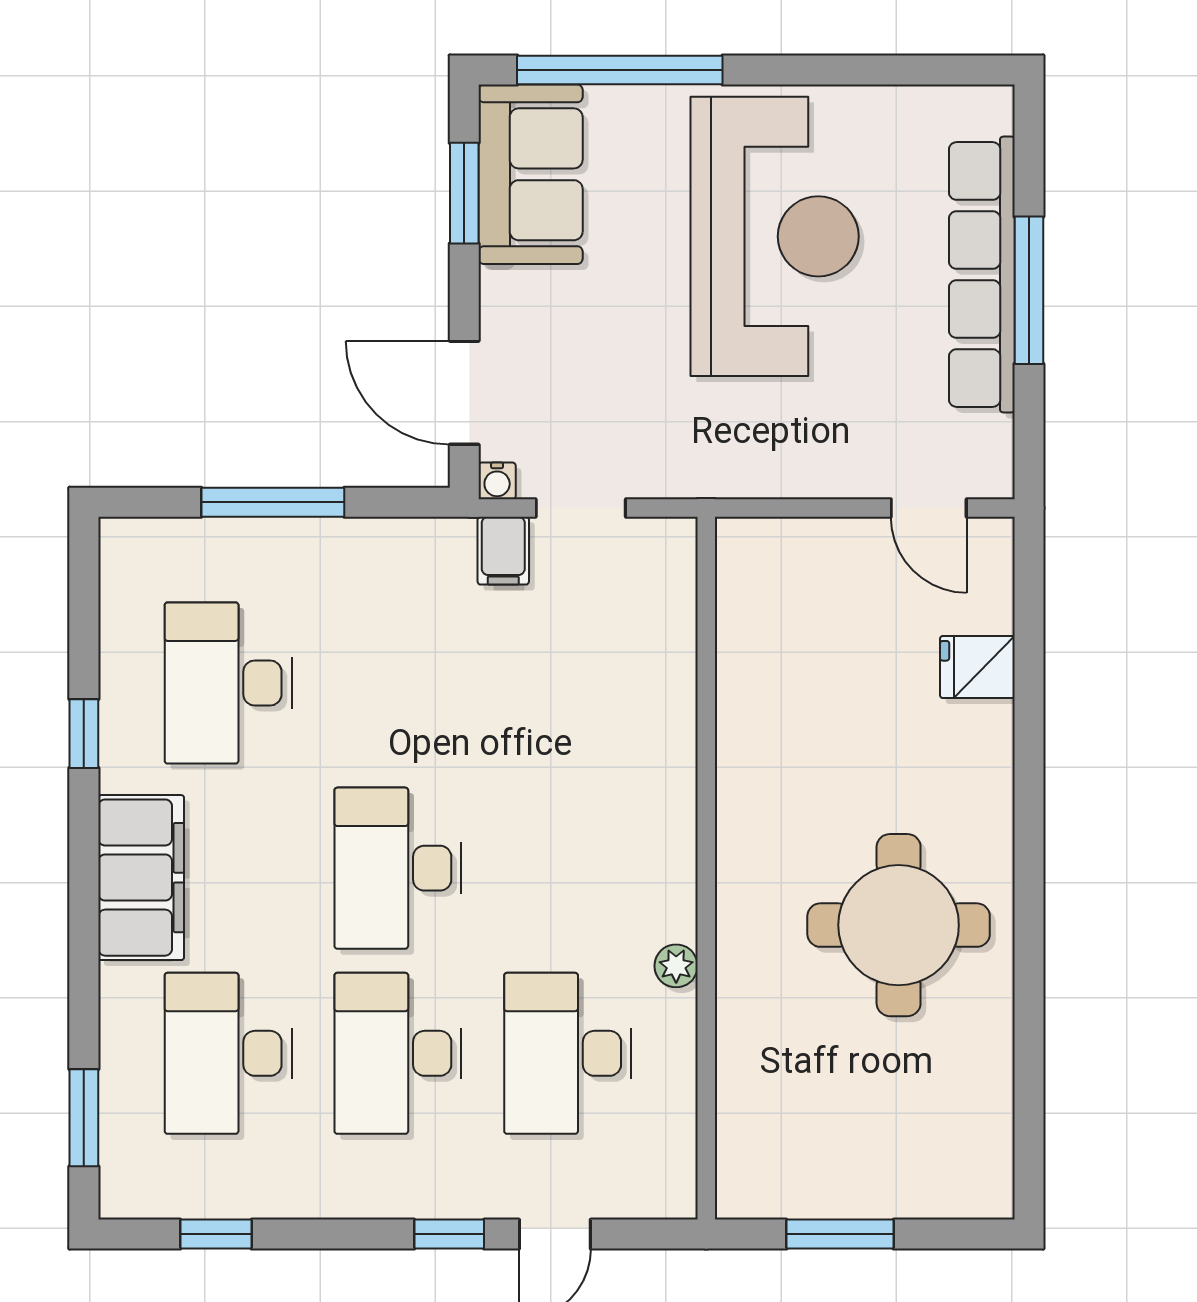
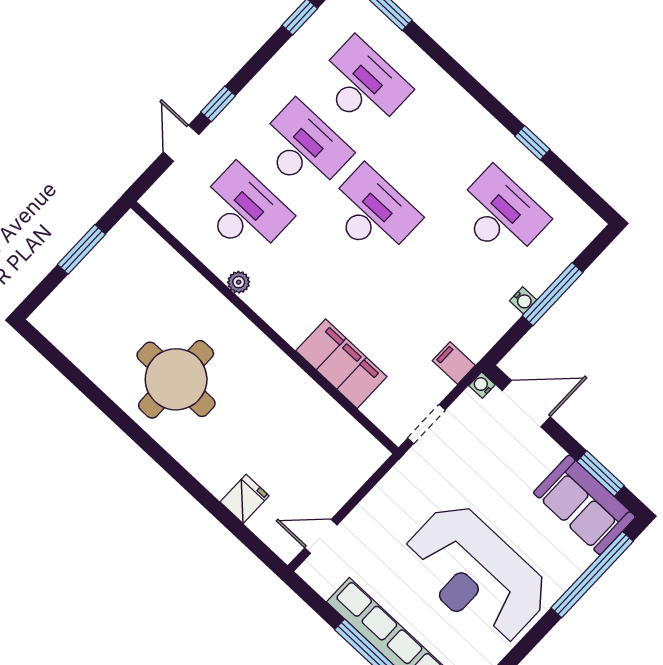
doorway: (581, 508) -> (426, 424), moved
water cooler: (321, 536) -> (523, 300), added
filing cabinet: (141, 878) -> (341, 364), moved, turned 180

